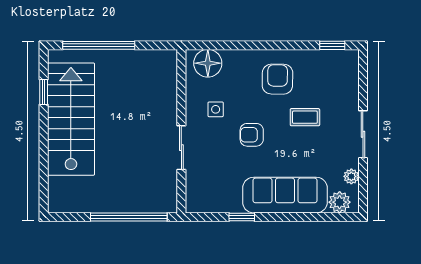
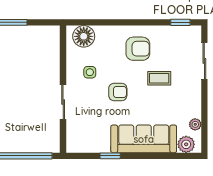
armchair: (277, 79) -> (138, 49), turned 89
sliding door: (363, 134) -> (204, 61), moved
armchair: (252, 135) -> (118, 92), turned 180

